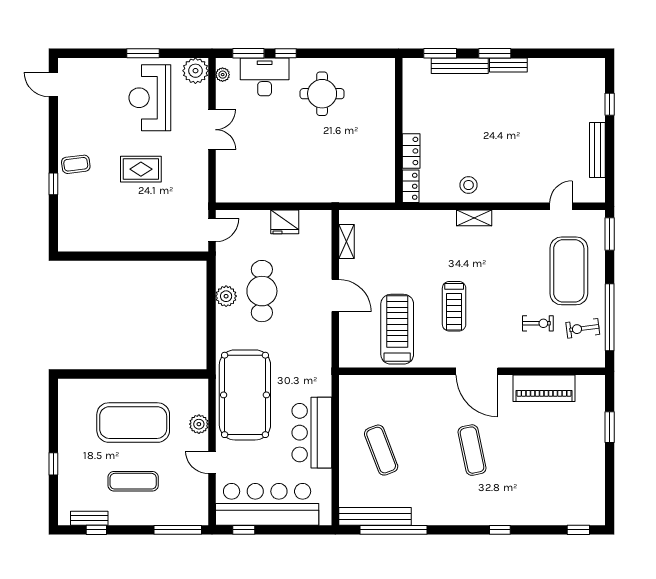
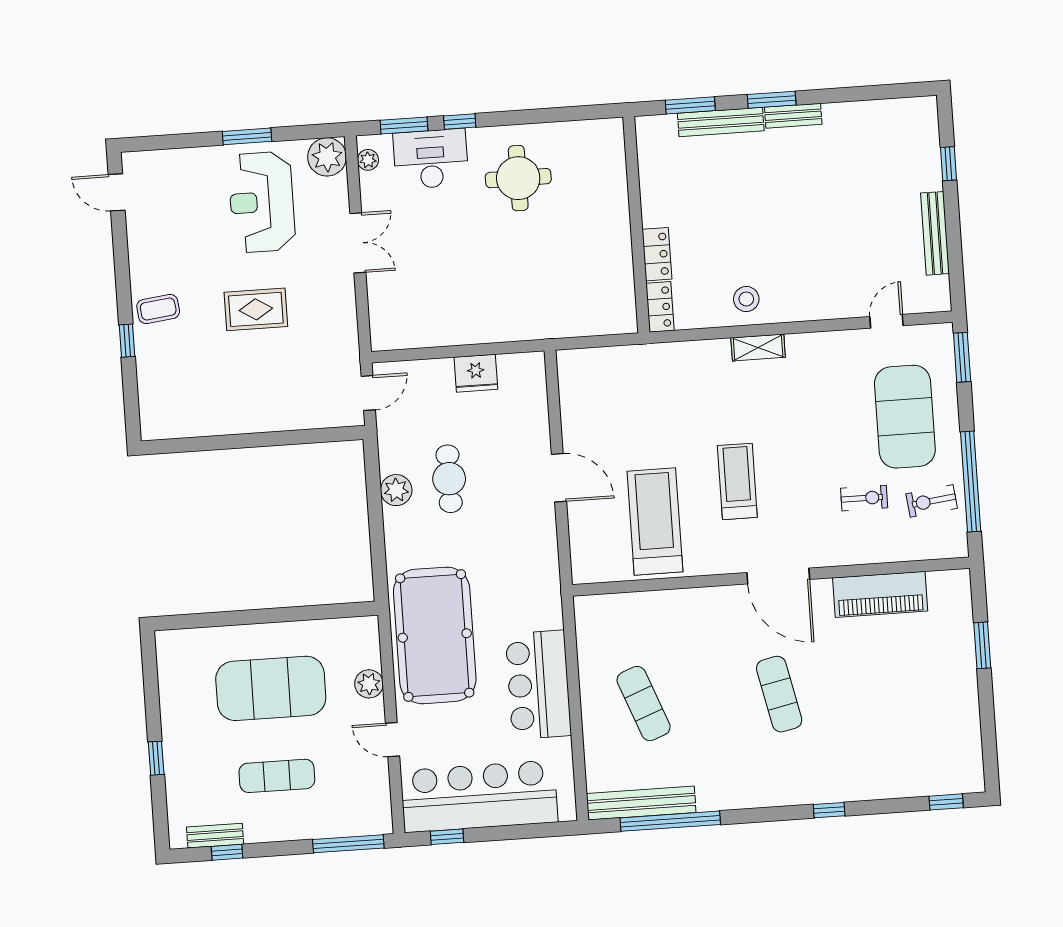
shelving: (347, 242) -> (570, 396), removed
cafe table: (262, 291) -> (449, 479), width x0.73, depth x0.74
treadmill: (454, 306) -> (737, 481), turned 180

